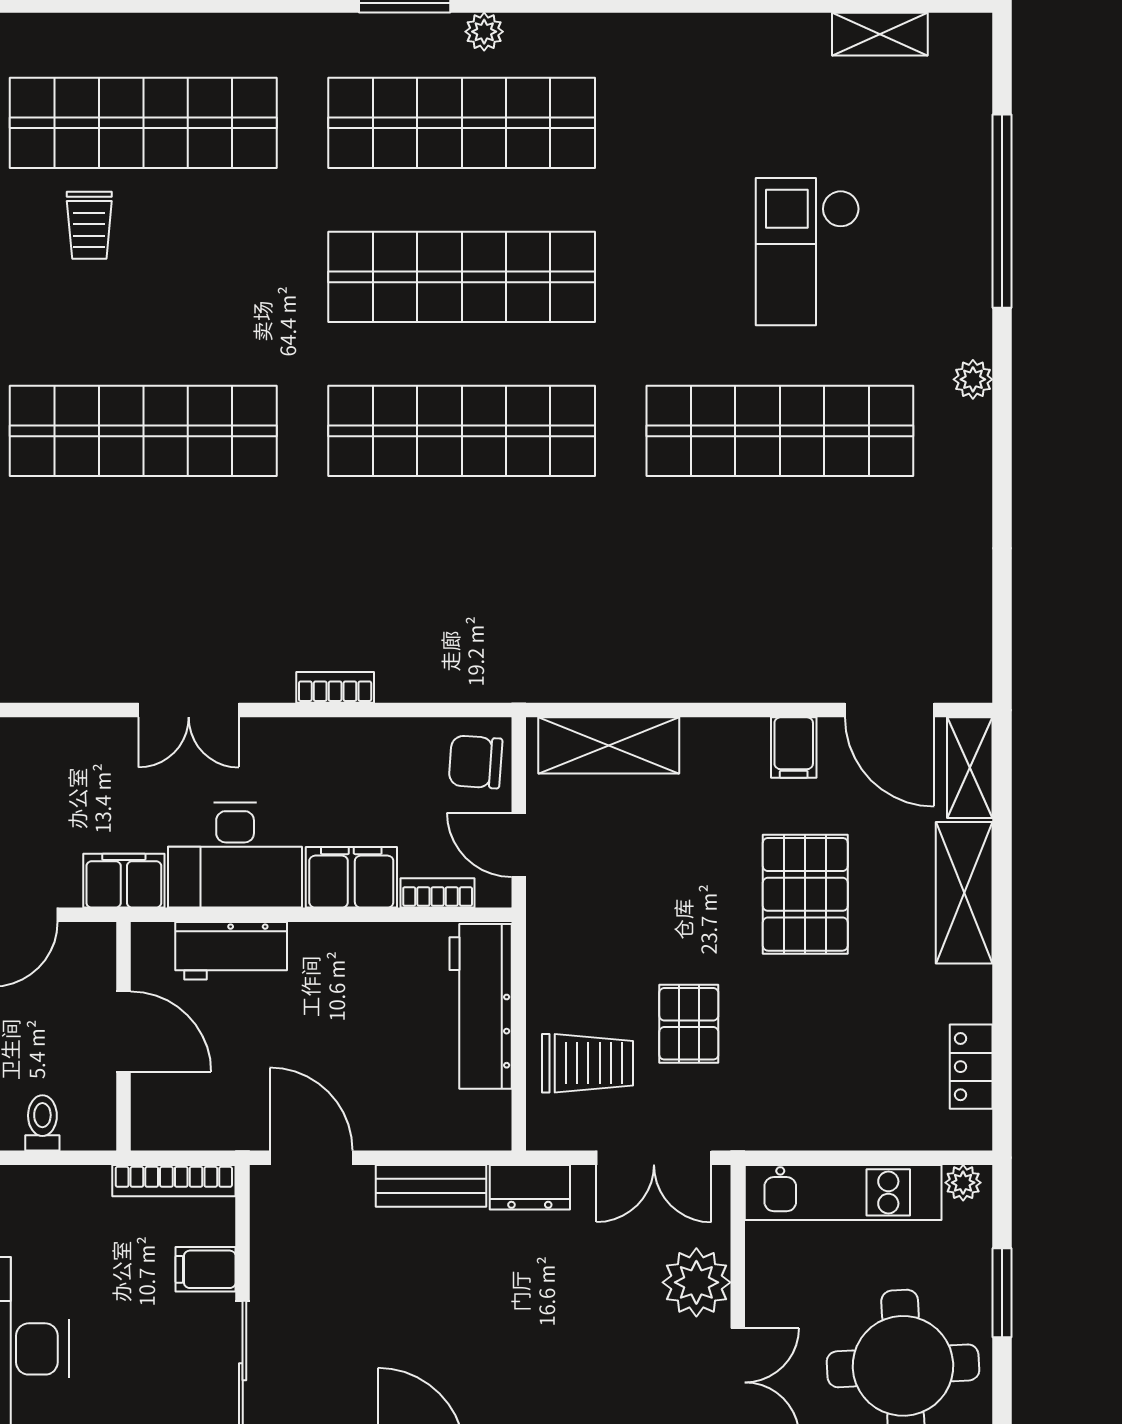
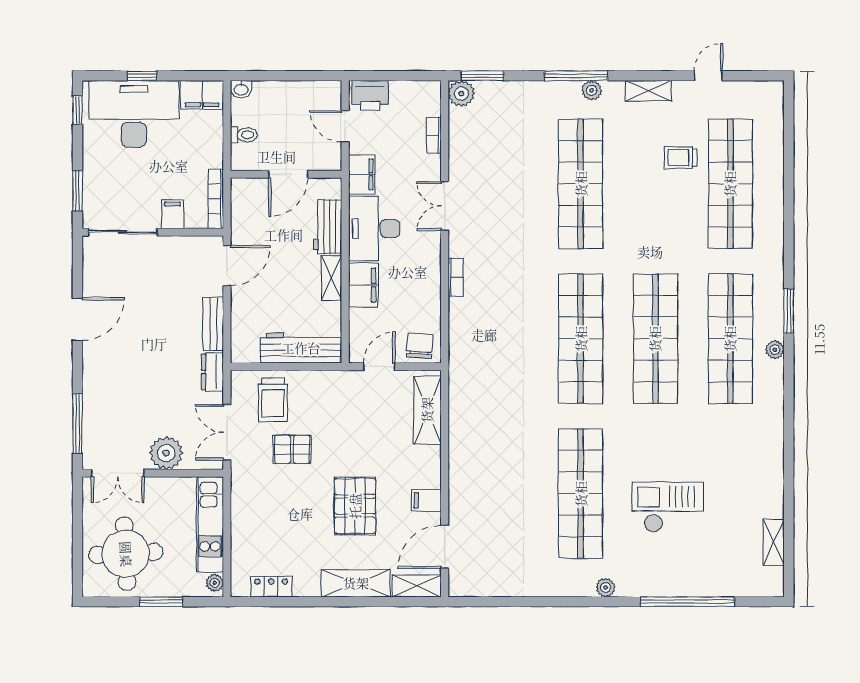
bookcase: (438, 893) -> (434, 135), moved, turned 180
pallet: (805, 894) -> (355, 506), turned 90
shelving: (337, 943) -> (331, 278), added

